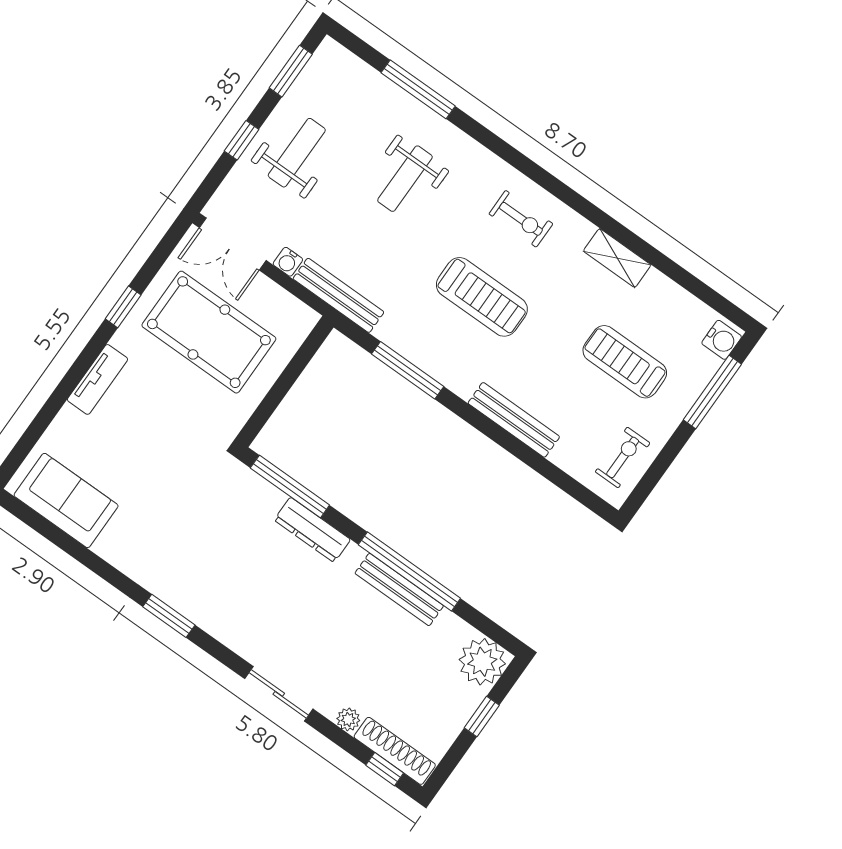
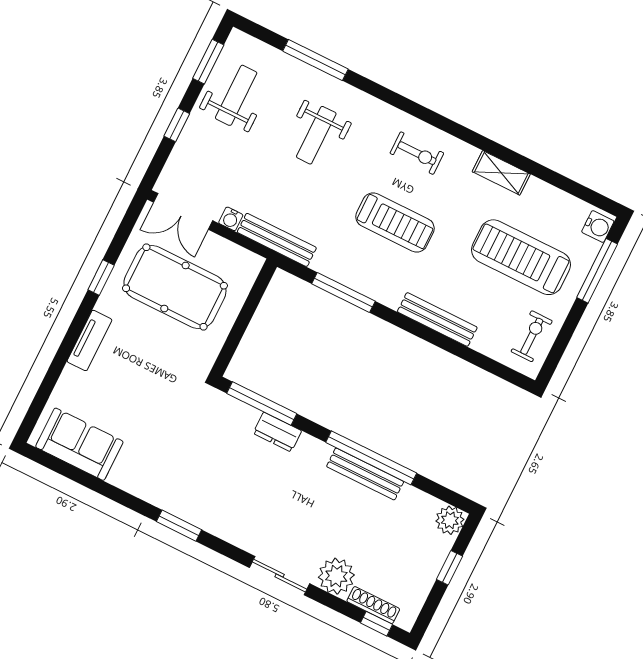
weight bench: (297, 153) -> (236, 95), moved
treadmill: (625, 362) -> (521, 257), width x1.37, depth x1.38
dresser: (312, 530) -> (277, 432), width x0.70
plant: (482, 662) -> (450, 520), width x0.73, depth x0.73
plant: (348, 719) -> (336, 576), width x1.87, depth x1.87
shoe rack: (395, 751) -> (373, 605), width x0.74, depth x0.81

